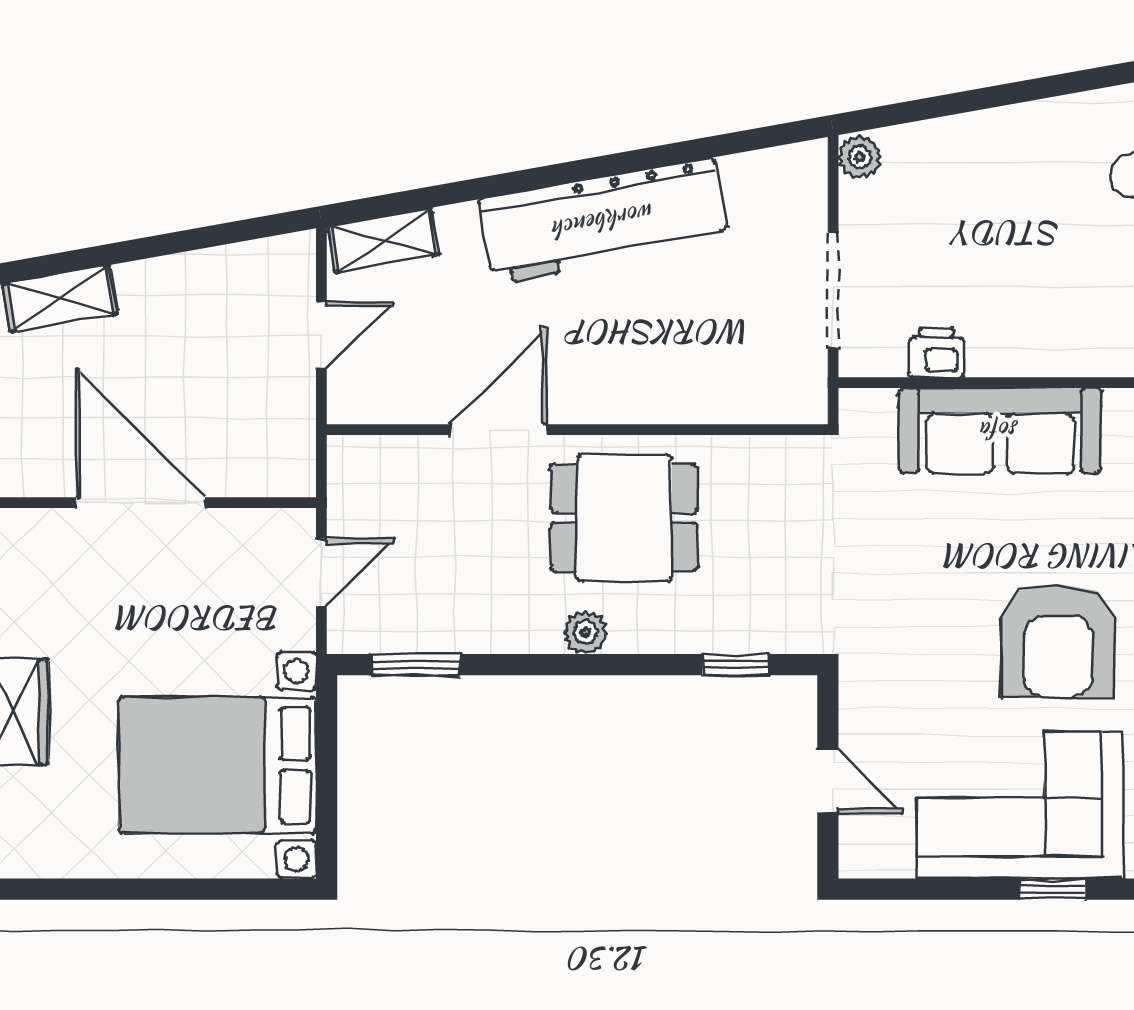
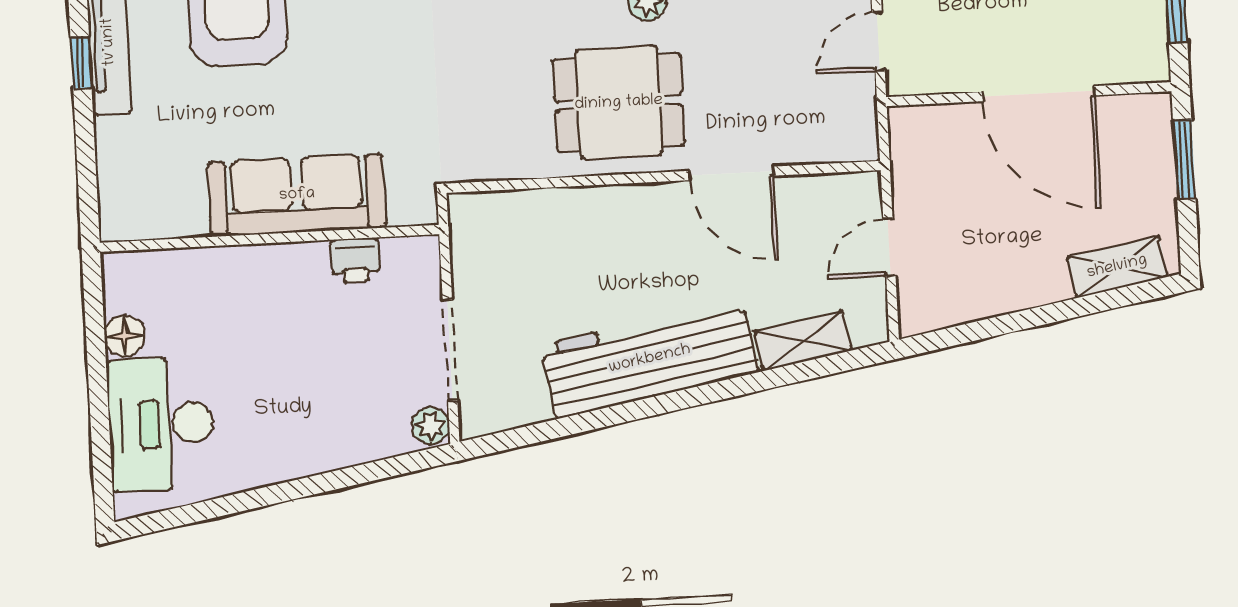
shelving: (383, 240) -> (803, 341), moved
doorway: (833, 290) -> (450, 350), moved
door: (499, 430) -> (731, 173), hinge flipped

